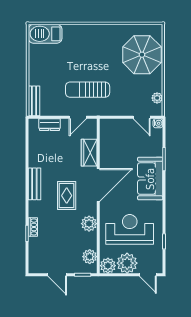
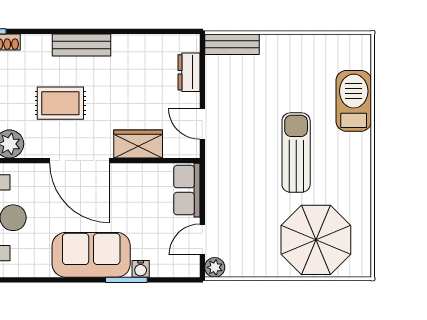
barbecue: (45, 34) -> (354, 101), moved
sun lounger: (88, 90) -> (296, 153), moved
plant: (157, 98) -> (215, 267), moved
water cooler: (158, 123) -> (141, 269), moved
row of seats: (114, 126) -> (187, 190), added

